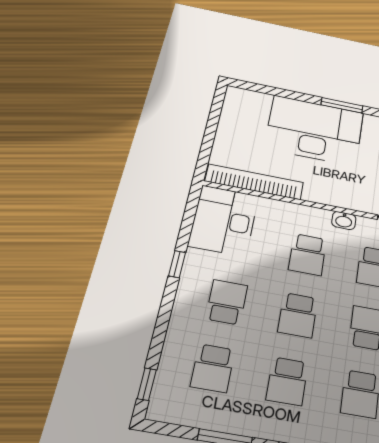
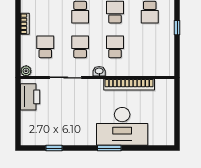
bookcase: (254, 182) -> (129, 85), moved
desk: (224, 220) -> (160, 57), removed

